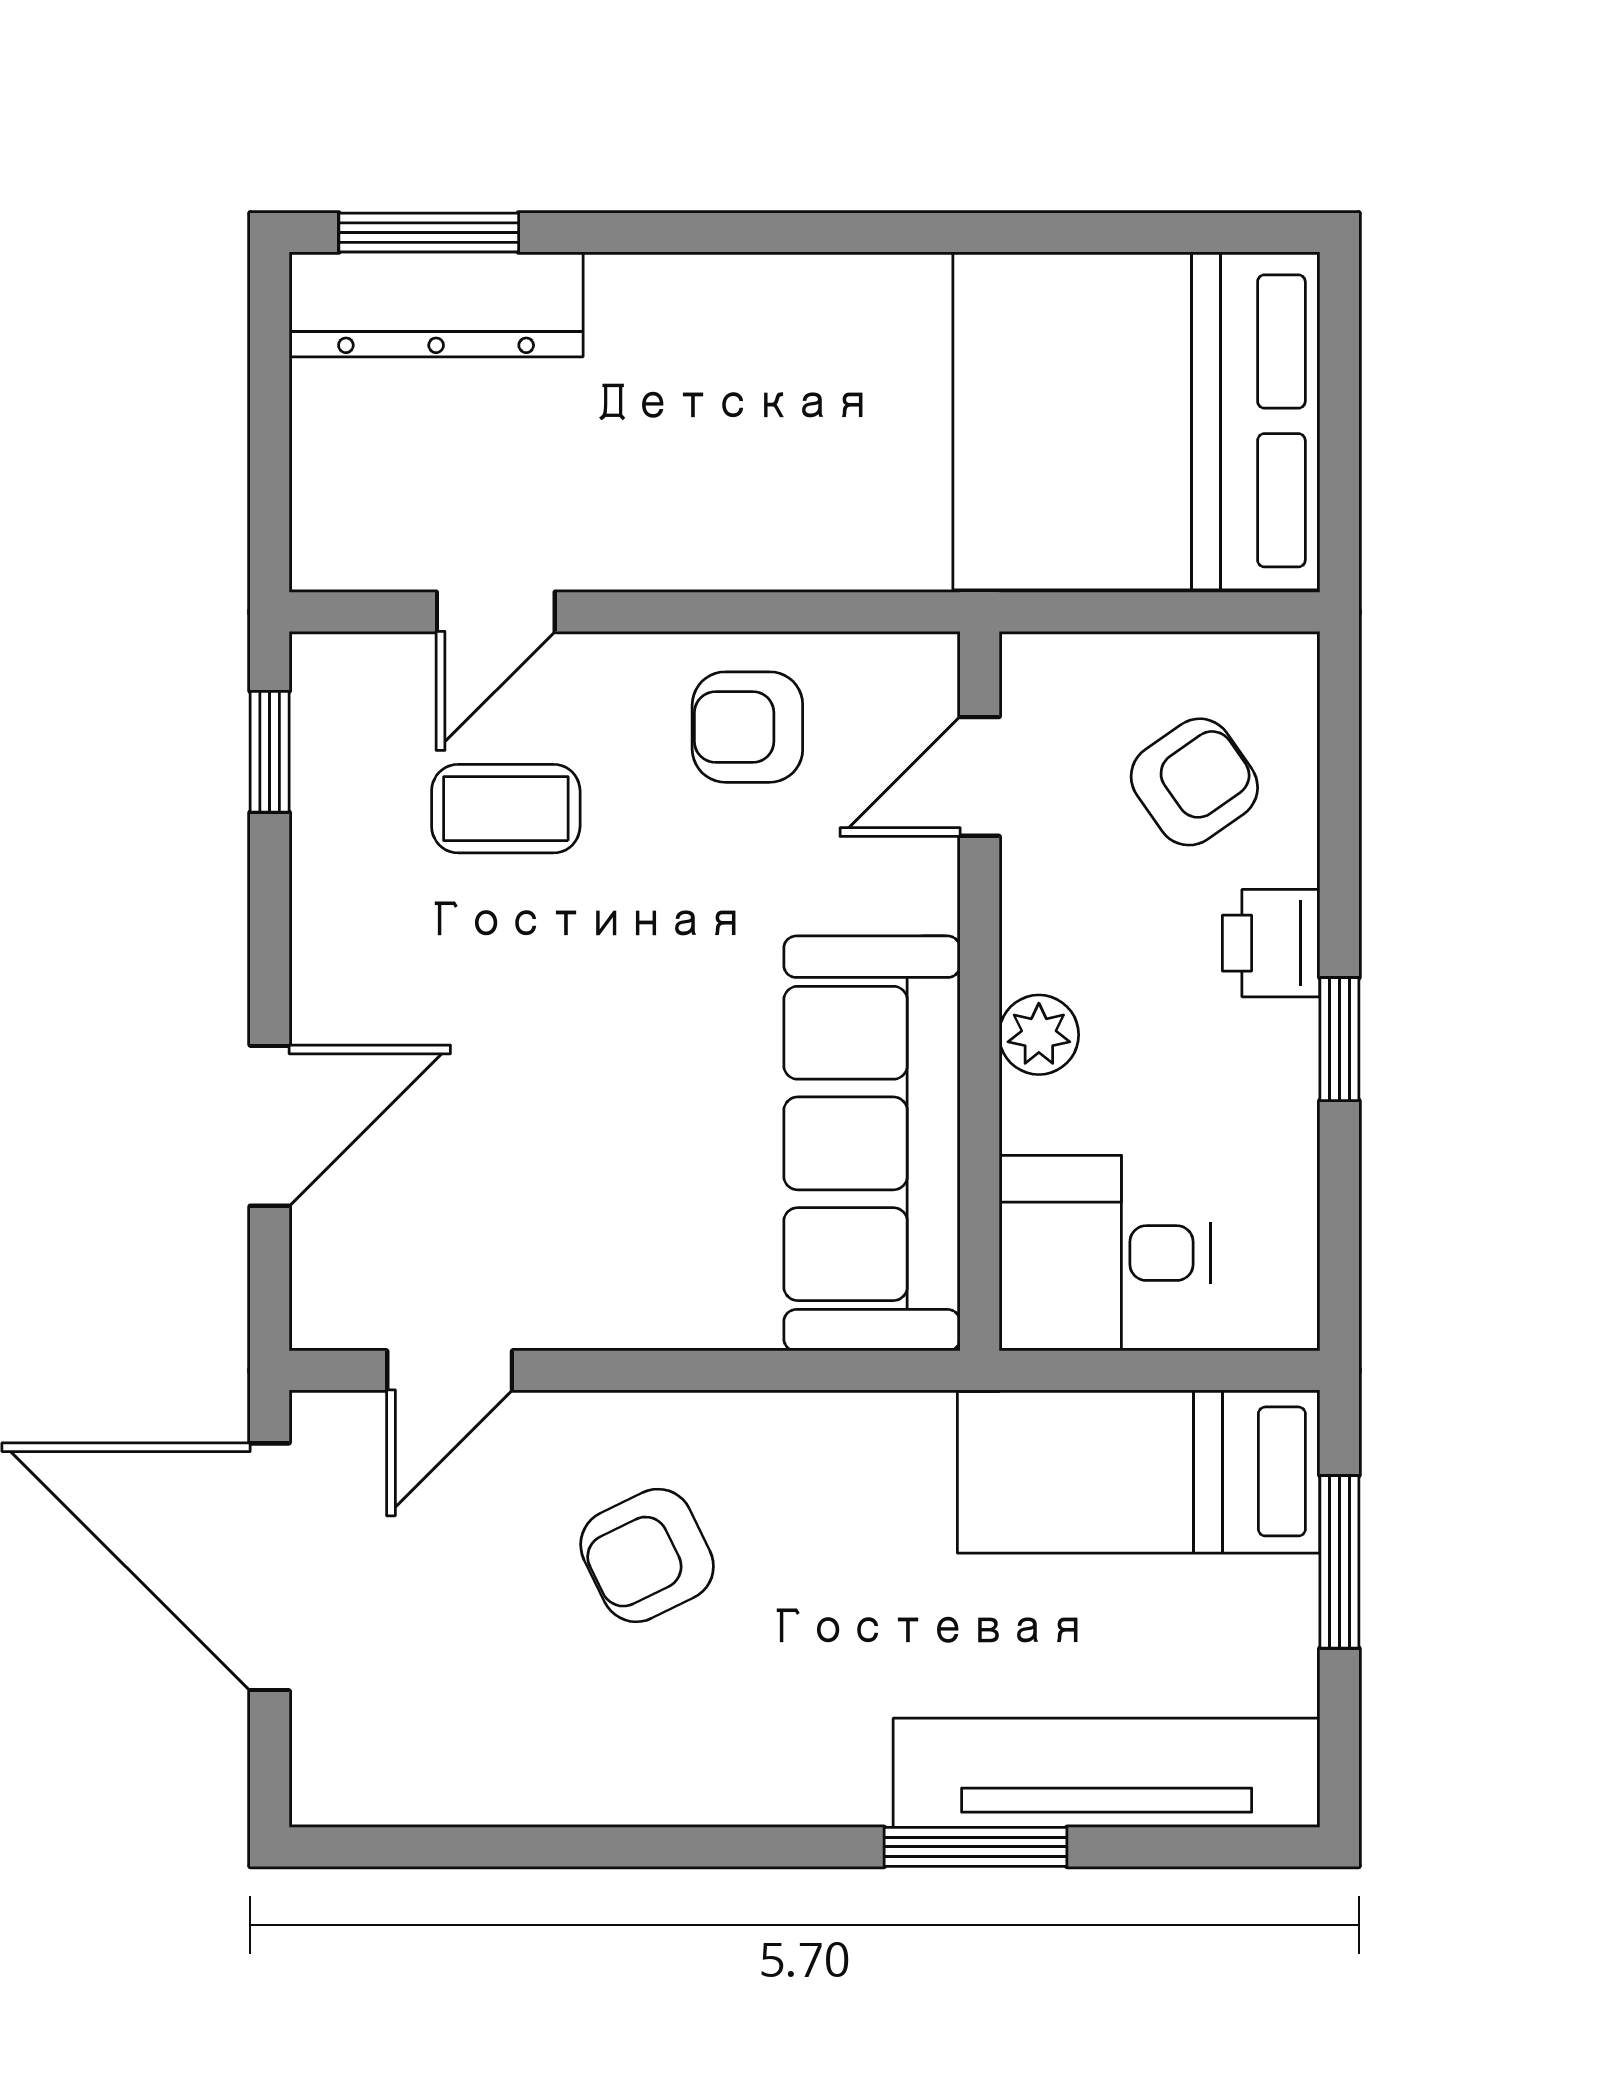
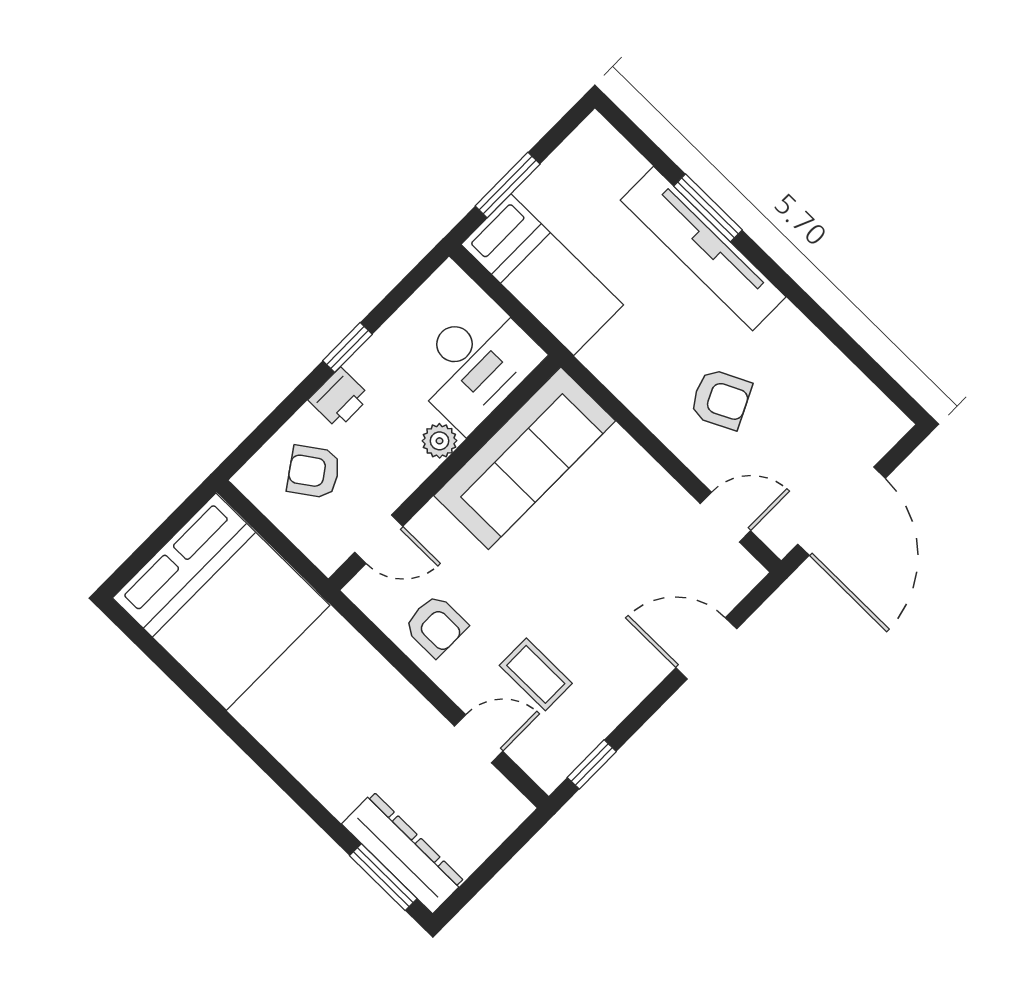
desk: (1105, 1253) -> (475, 364), width x1.37
tv unit: (1107, 1773) -> (703, 249), moved

